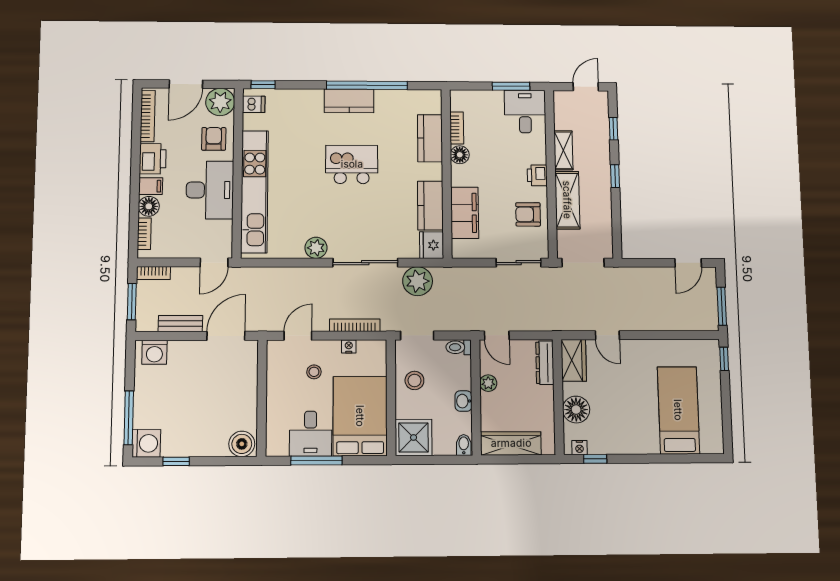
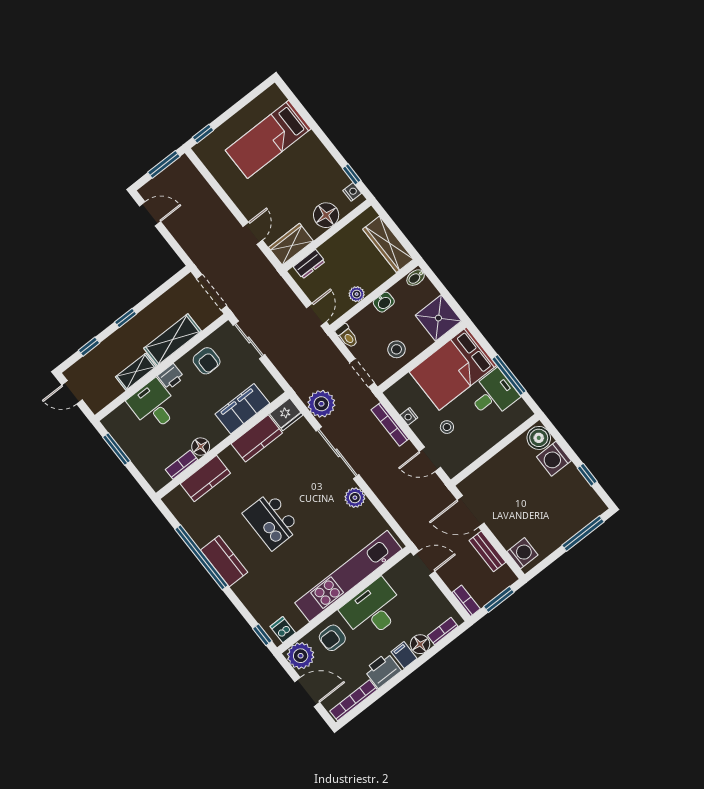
desk: (525, 111) -> (154, 405), moved, turned 90
dresser: (545, 363) -> (309, 264), width x0.70
washing machine: (146, 443) -> (554, 459), moved, turned -90

